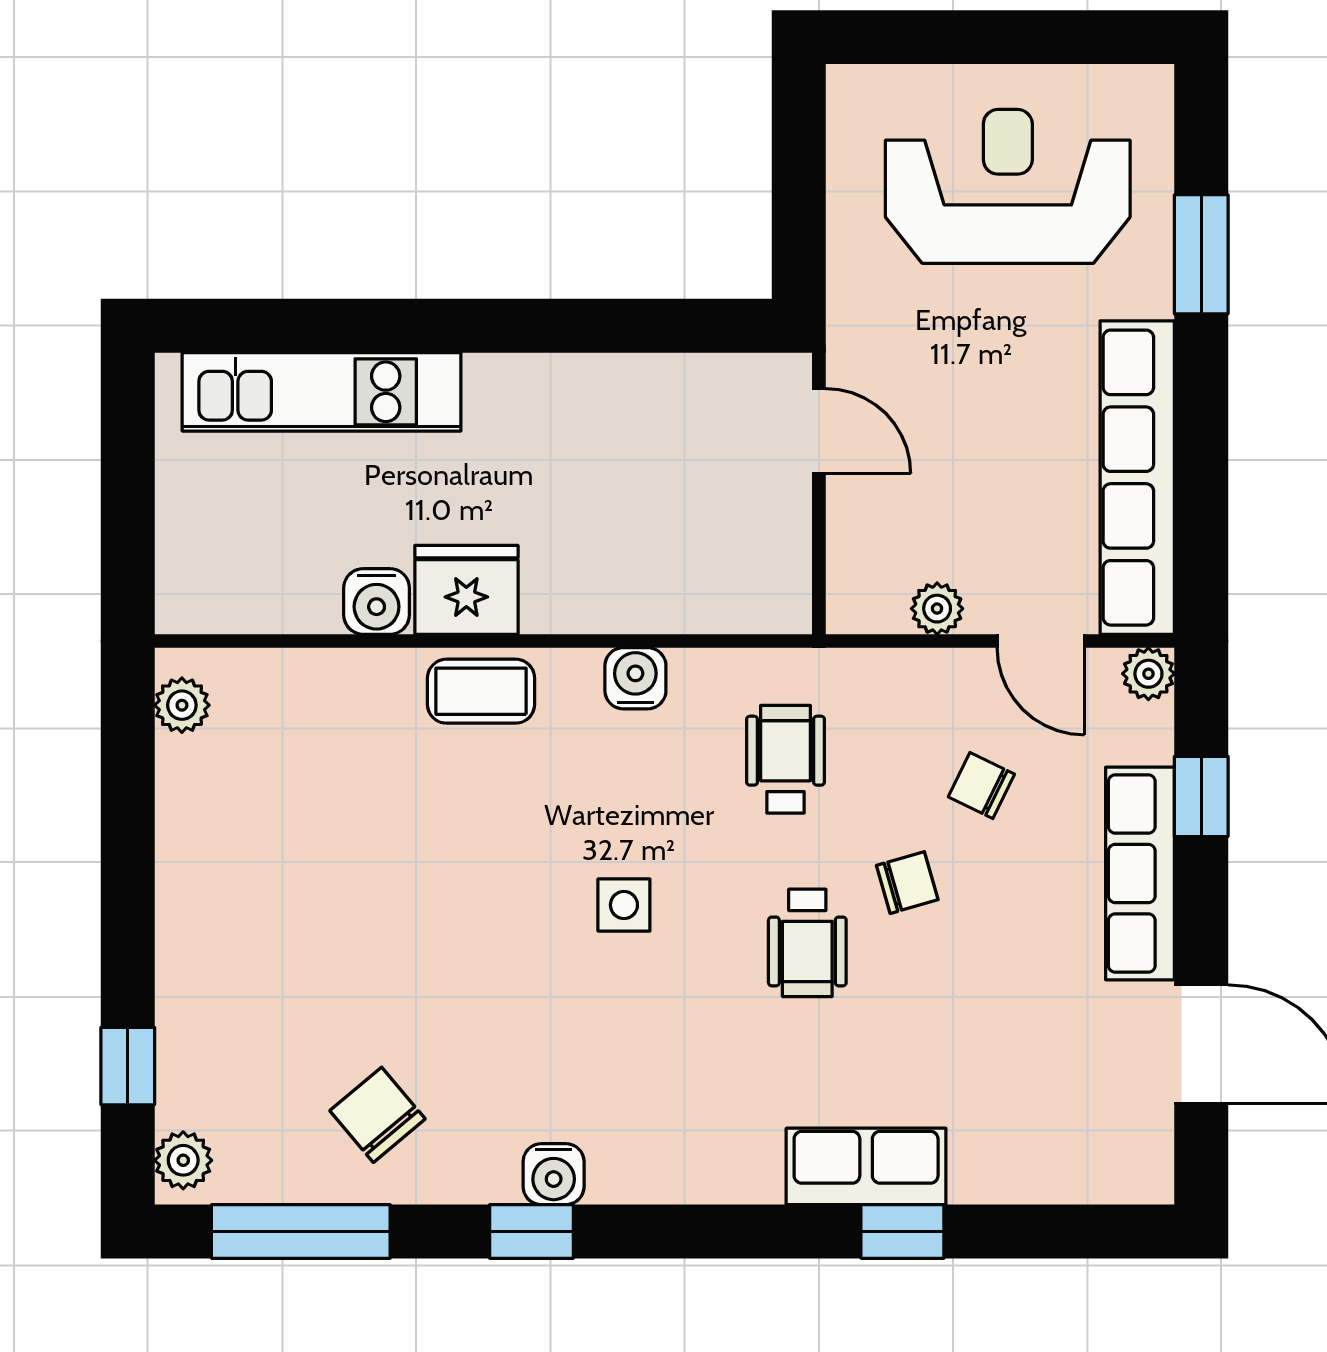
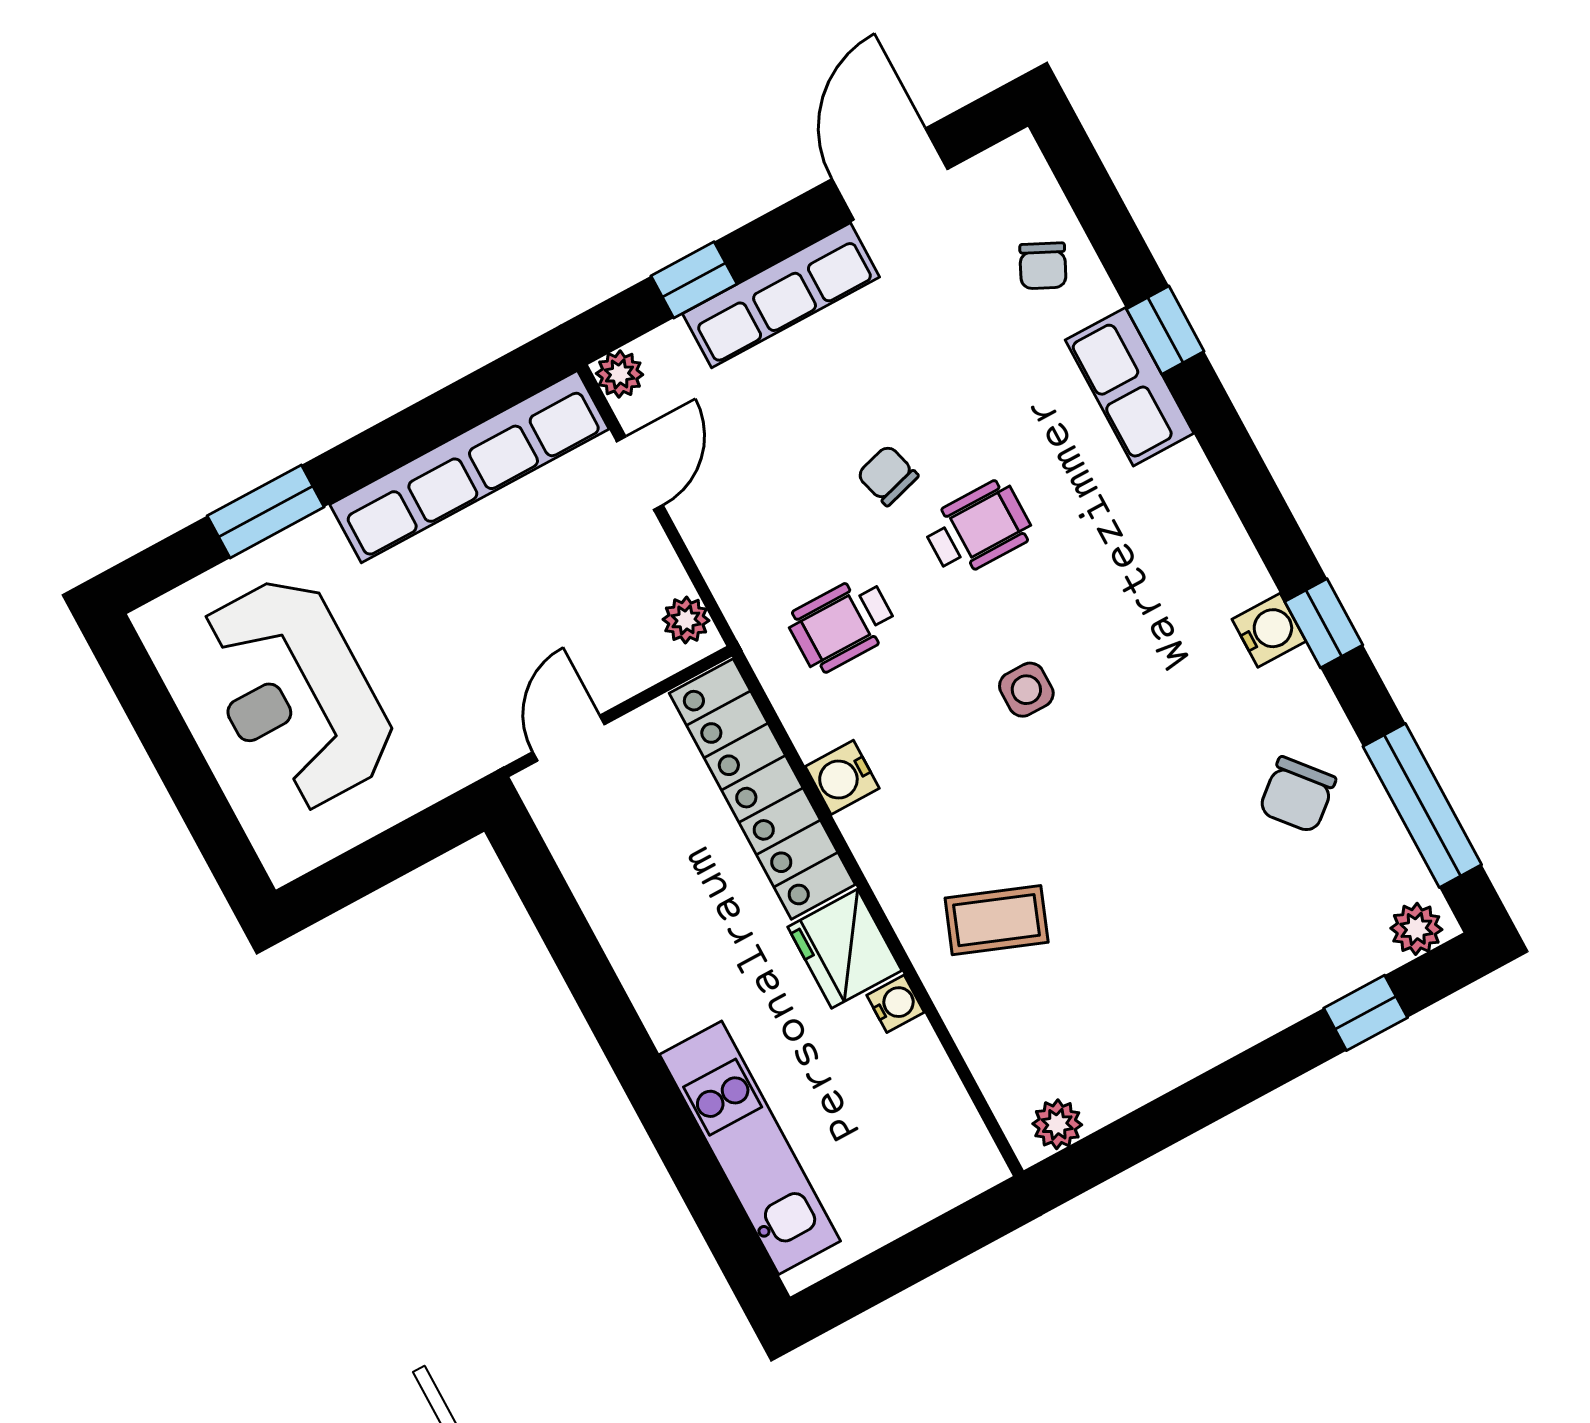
locker: (667, 594) -> (762, 789), added
water cooler: (377, 601) -> (895, 1004), width x0.72, depth x0.72
plant: (937, 609) -> (686, 620), moved
coffee table: (481, 691) -> (997, 920), moved, turned -69
chair: (981, 785) -> (1043, 266), moved

